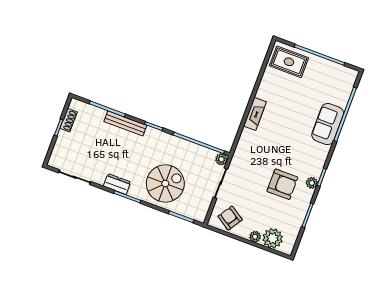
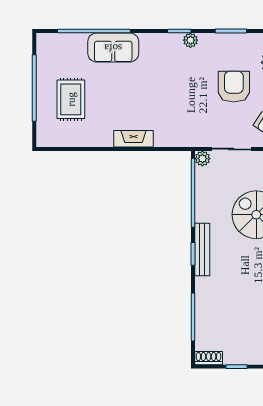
rug: (289, 62) -> (71, 99), moved
shoe rack: (69, 120) -> (209, 358), moved
bench: (125, 123) -> (202, 250), moved
armchair: (282, 184) -> (234, 87), moved

